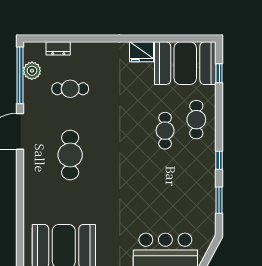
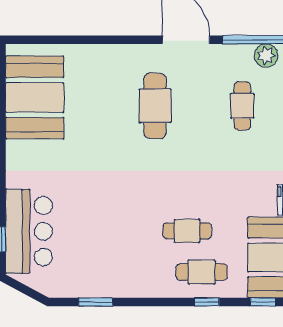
cafe table: (70, 155) -> (155, 106), turned 90
window: (219, 160) -> (207, 302), moved

